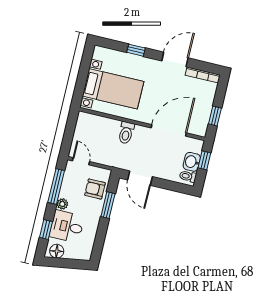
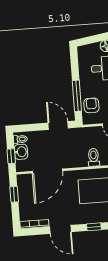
door: (175, 59) -> (60, 229), hinge flipped
toilet: (126, 133) -> (94, 157), moved
armchair: (95, 189) -> (91, 105), turned -90
window: (108, 205) -> (77, 96), width x1.44

